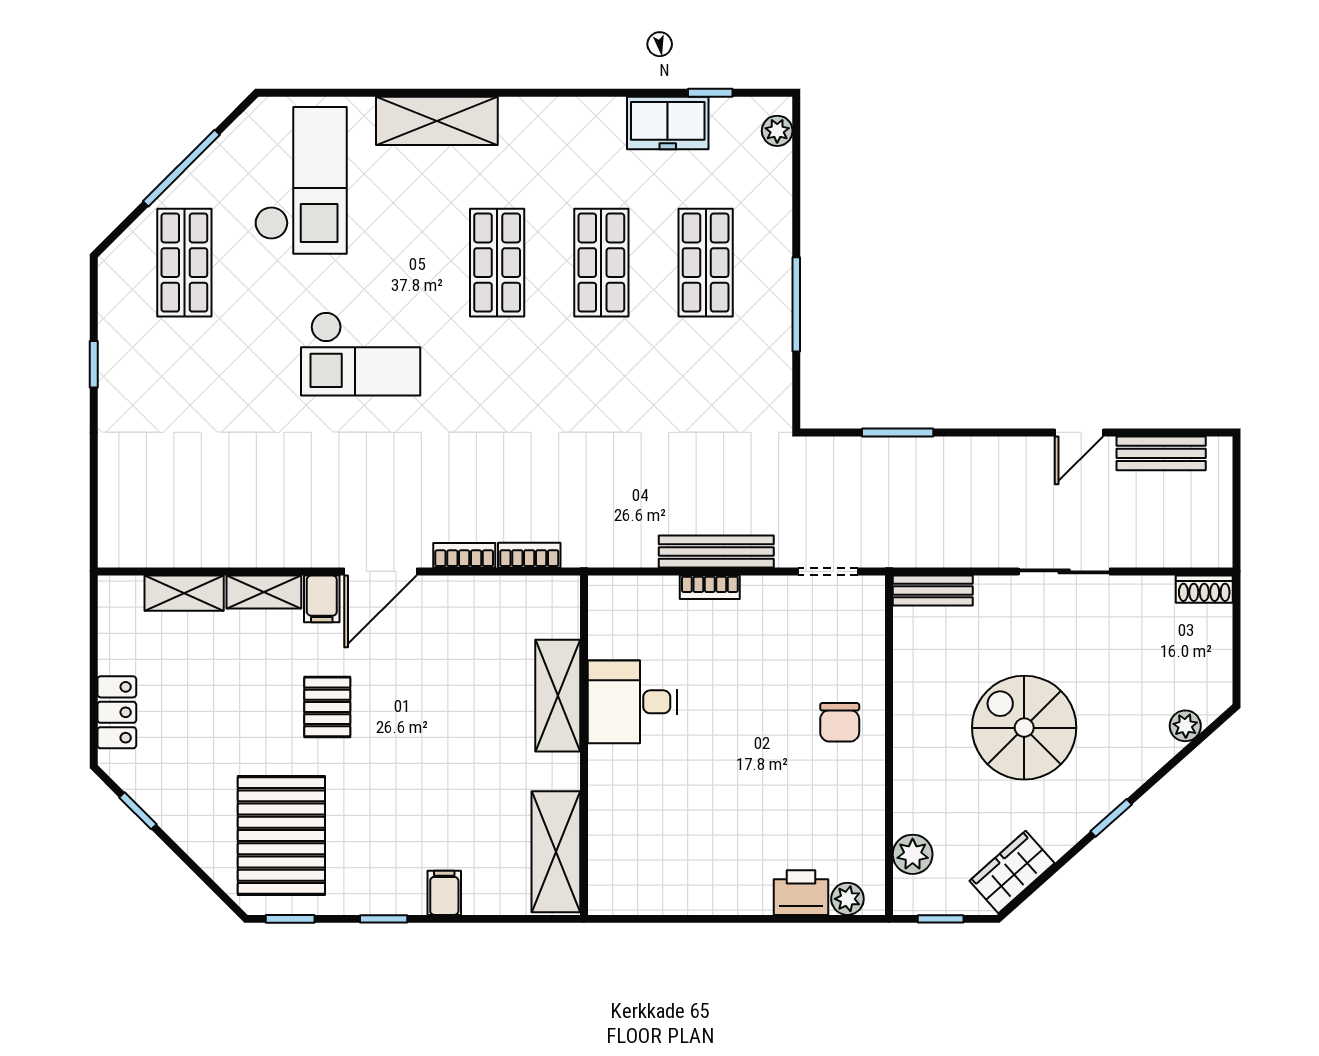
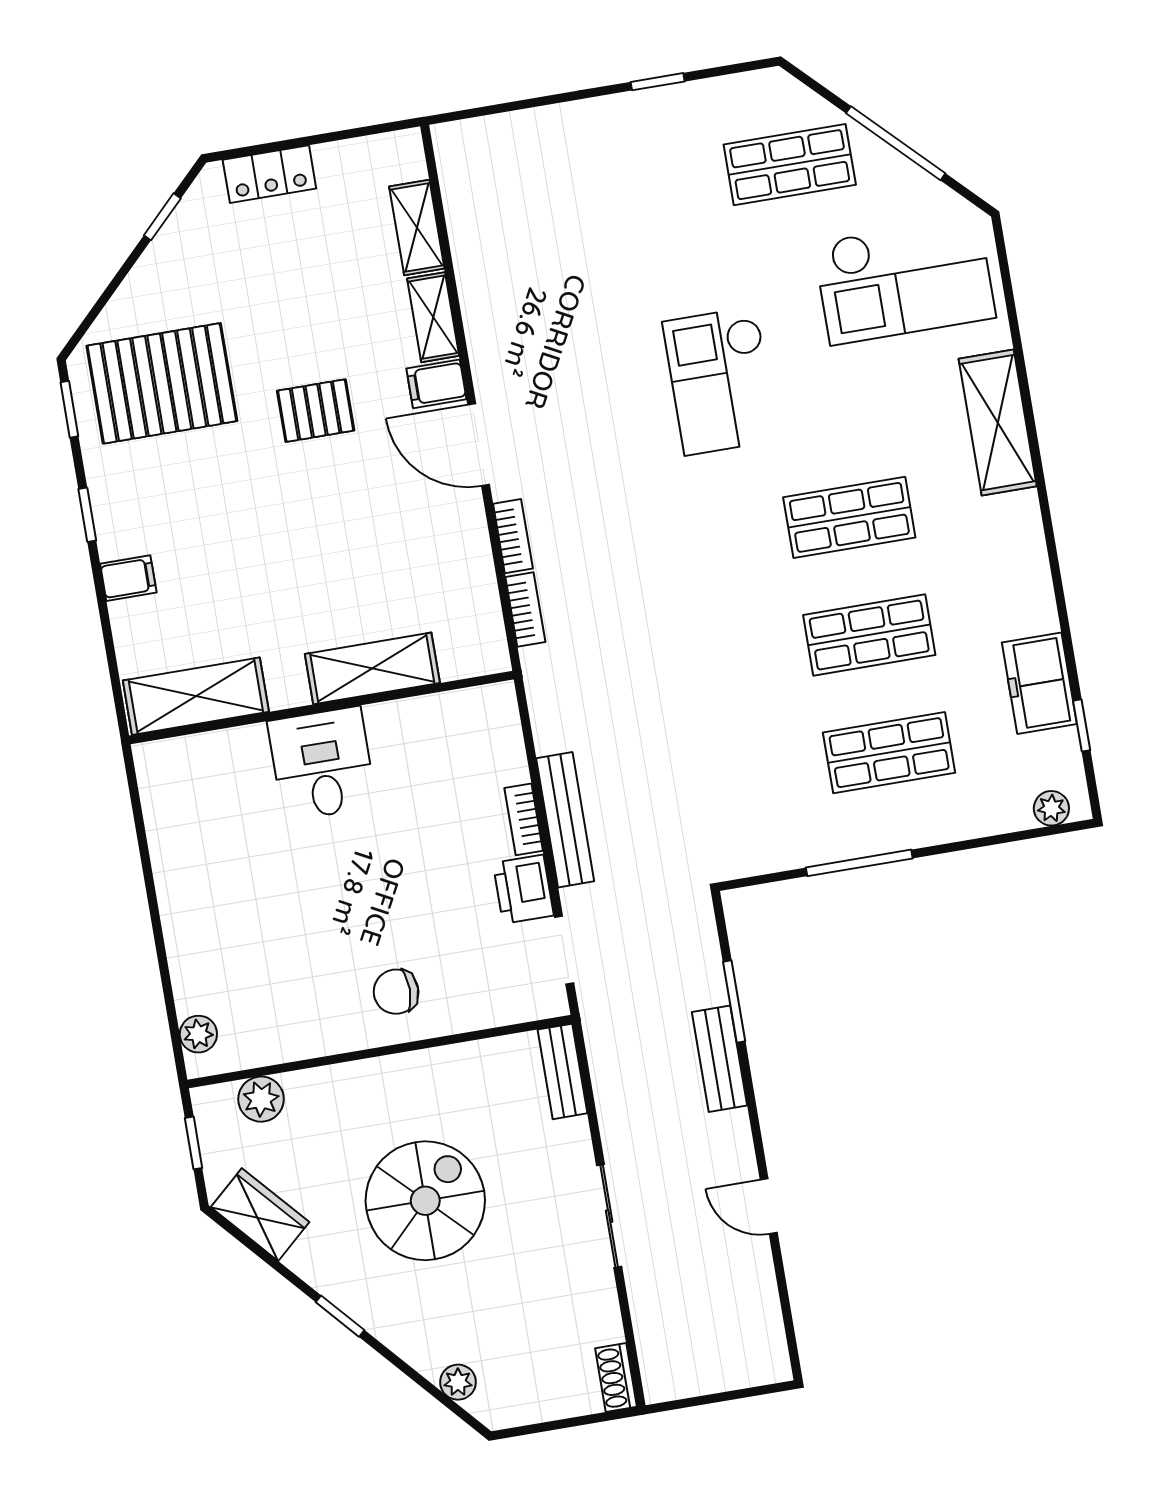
bench: (1161, 453) -> (720, 1059), moved
desk: (633, 702) -> (322, 764), moved
printer: (801, 893) -> (523, 889), moved, turned 180

